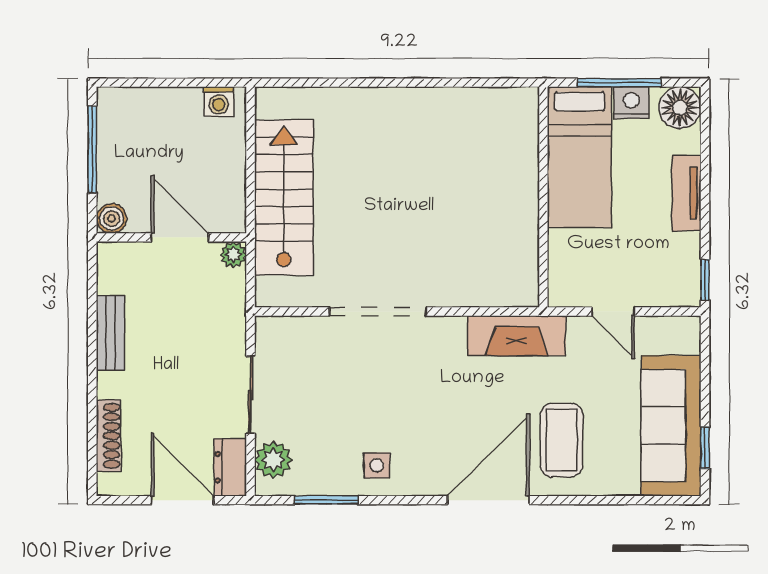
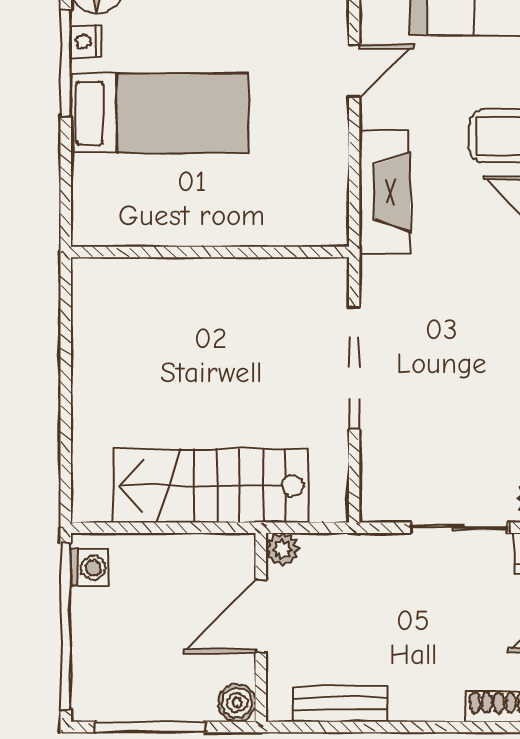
window: (172, 83) -> (66, 626), added
nightstand: (631, 103) -> (86, 42), width x0.72, depth x0.74
wall: (543, 197) -> (210, 252), moved
bench: (110, 333) -> (340, 704), moved

